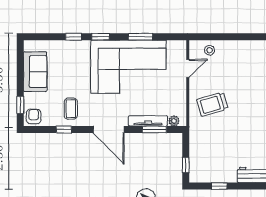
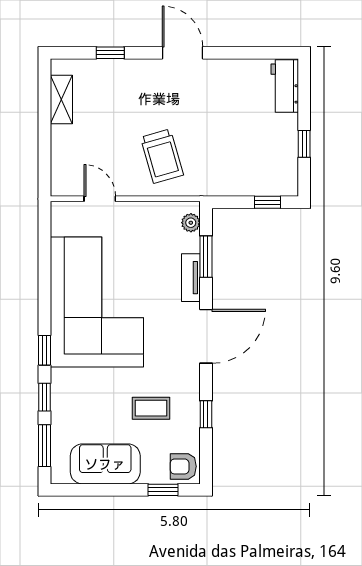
window: (140, 37) -> (45, 446), moved
shelving: (245, 46) -> (61, 99), added
stool: (210, 50) -> (68, 161), removed
coffee table: (71, 109) -> (151, 408), moved
tv unit: (148, 121) -> (191, 278), width x0.71

